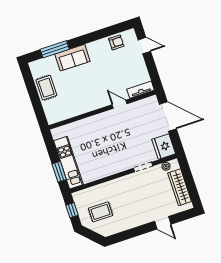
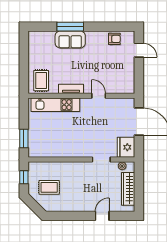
window: (55, 49) -> (70, 27), moved
rug: (46, 88) -> (41, 81), moved
tv unit: (141, 90) -> (71, 89), moved
kitchen unit: (68, 163) -> (55, 105), moved, turned 90
door: (163, 223) -> (102, 216), swing flipped

